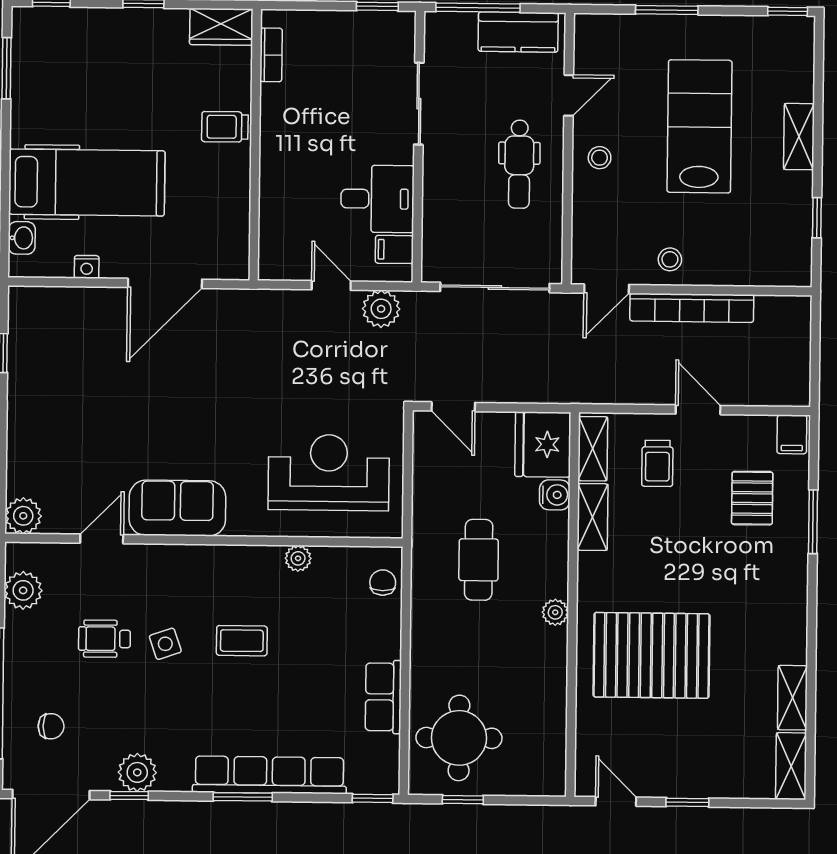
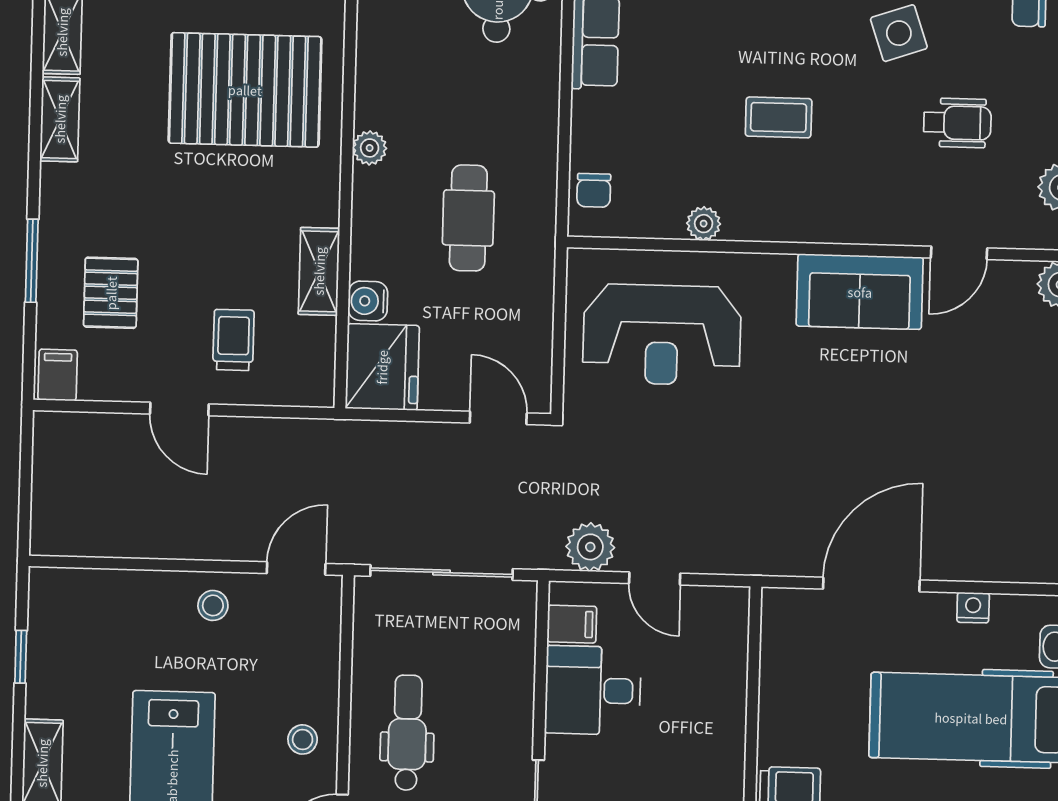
bookcase: (692, 308) -> (185, 542), removed
shelving: (593, 449) -> (60, 119), moved
side table: (165, 644) -> (899, 33), moved, width x1.37, depth x1.37

